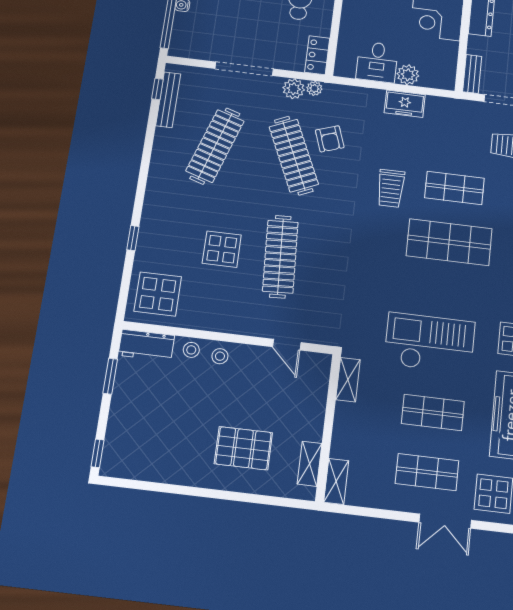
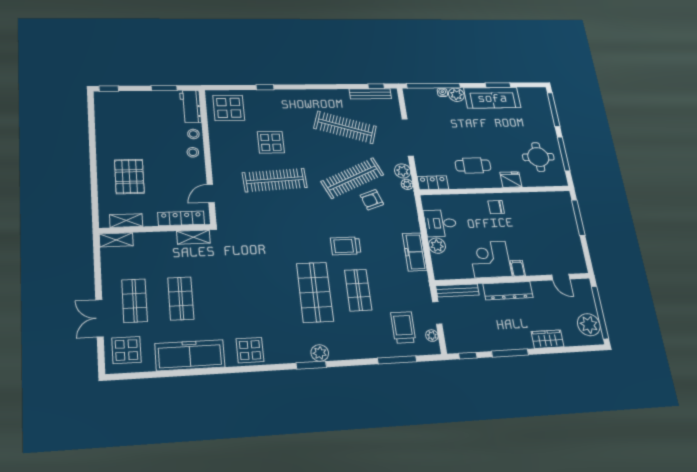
bench: (472, 74) -> (457, 290), width x1.36
freezer: (405, 104) -> (415, 252), width x1.40
checkout: (430, 343) -> (234, 289), removed
locker: (318, 391) -> (181, 218), added

